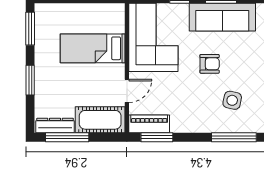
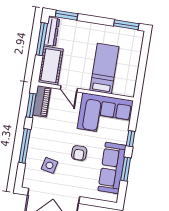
window: (30, 80) -> (67, 15), moved
window: (234, 137) -> (25, 146), moved

